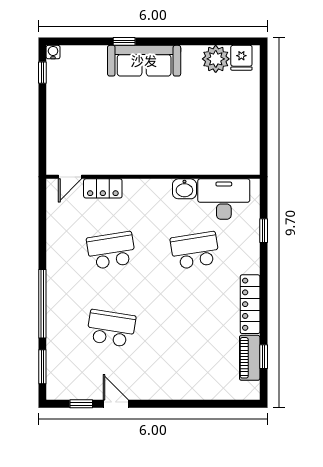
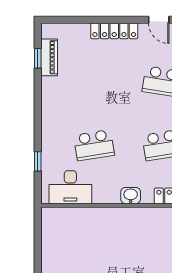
washbasin: (184, 189) -> (131, 196), moved
locker: (250, 304) -> (114, 31), moved, turned 90

